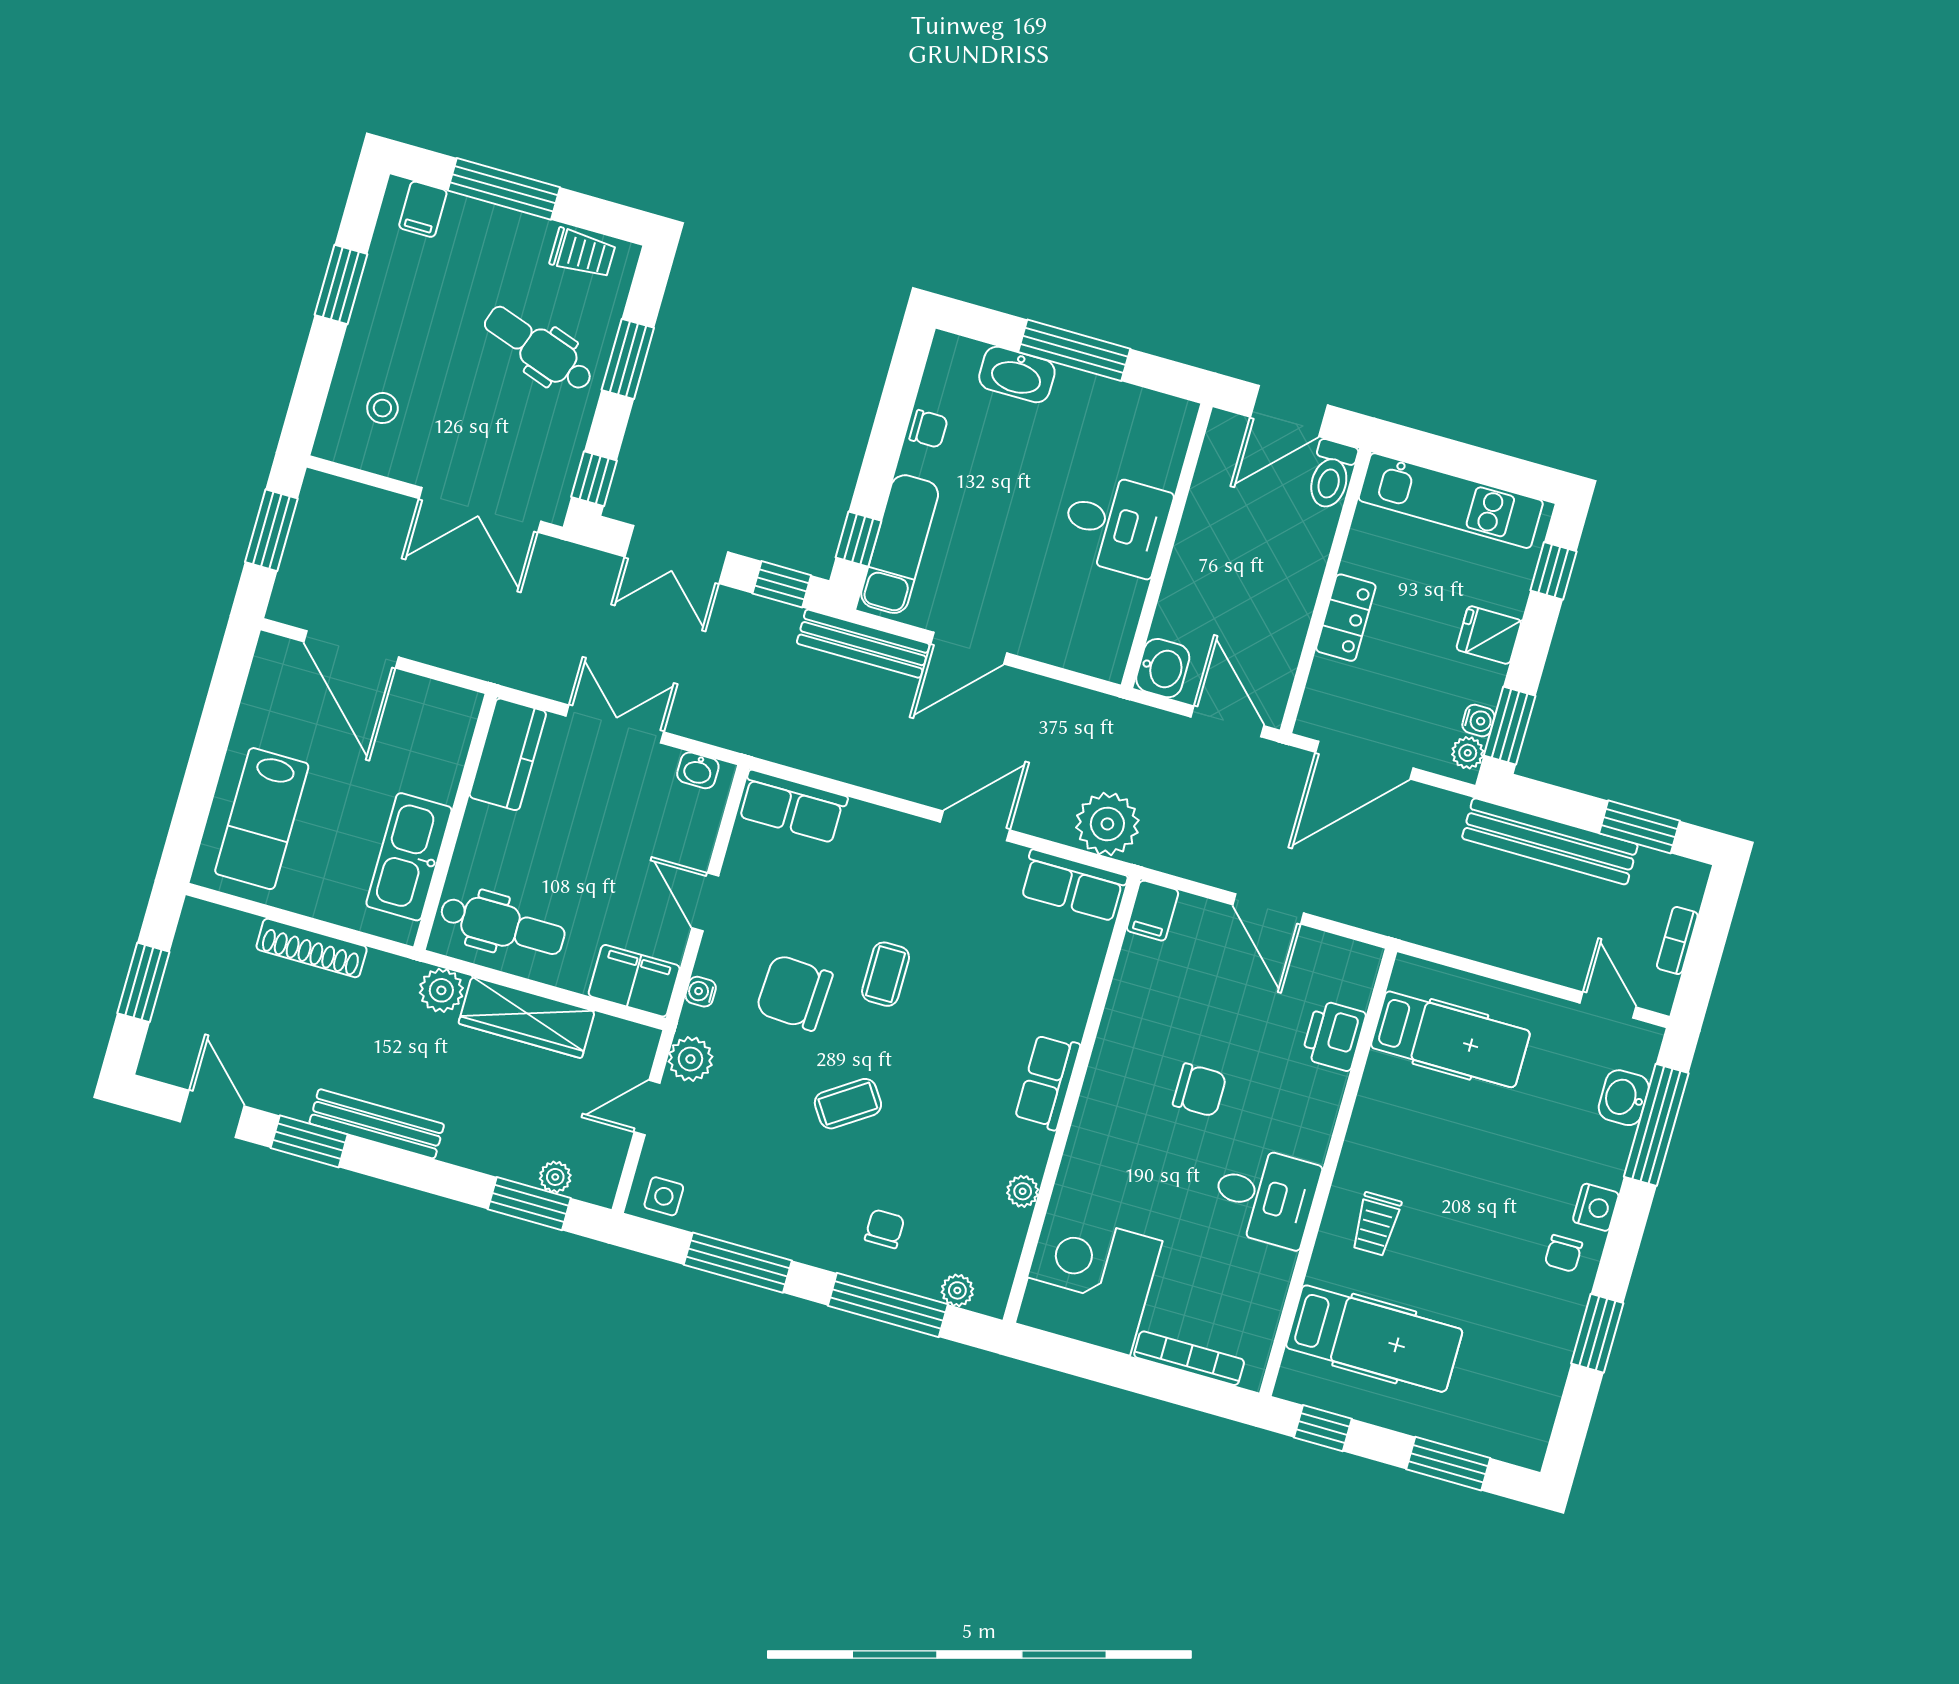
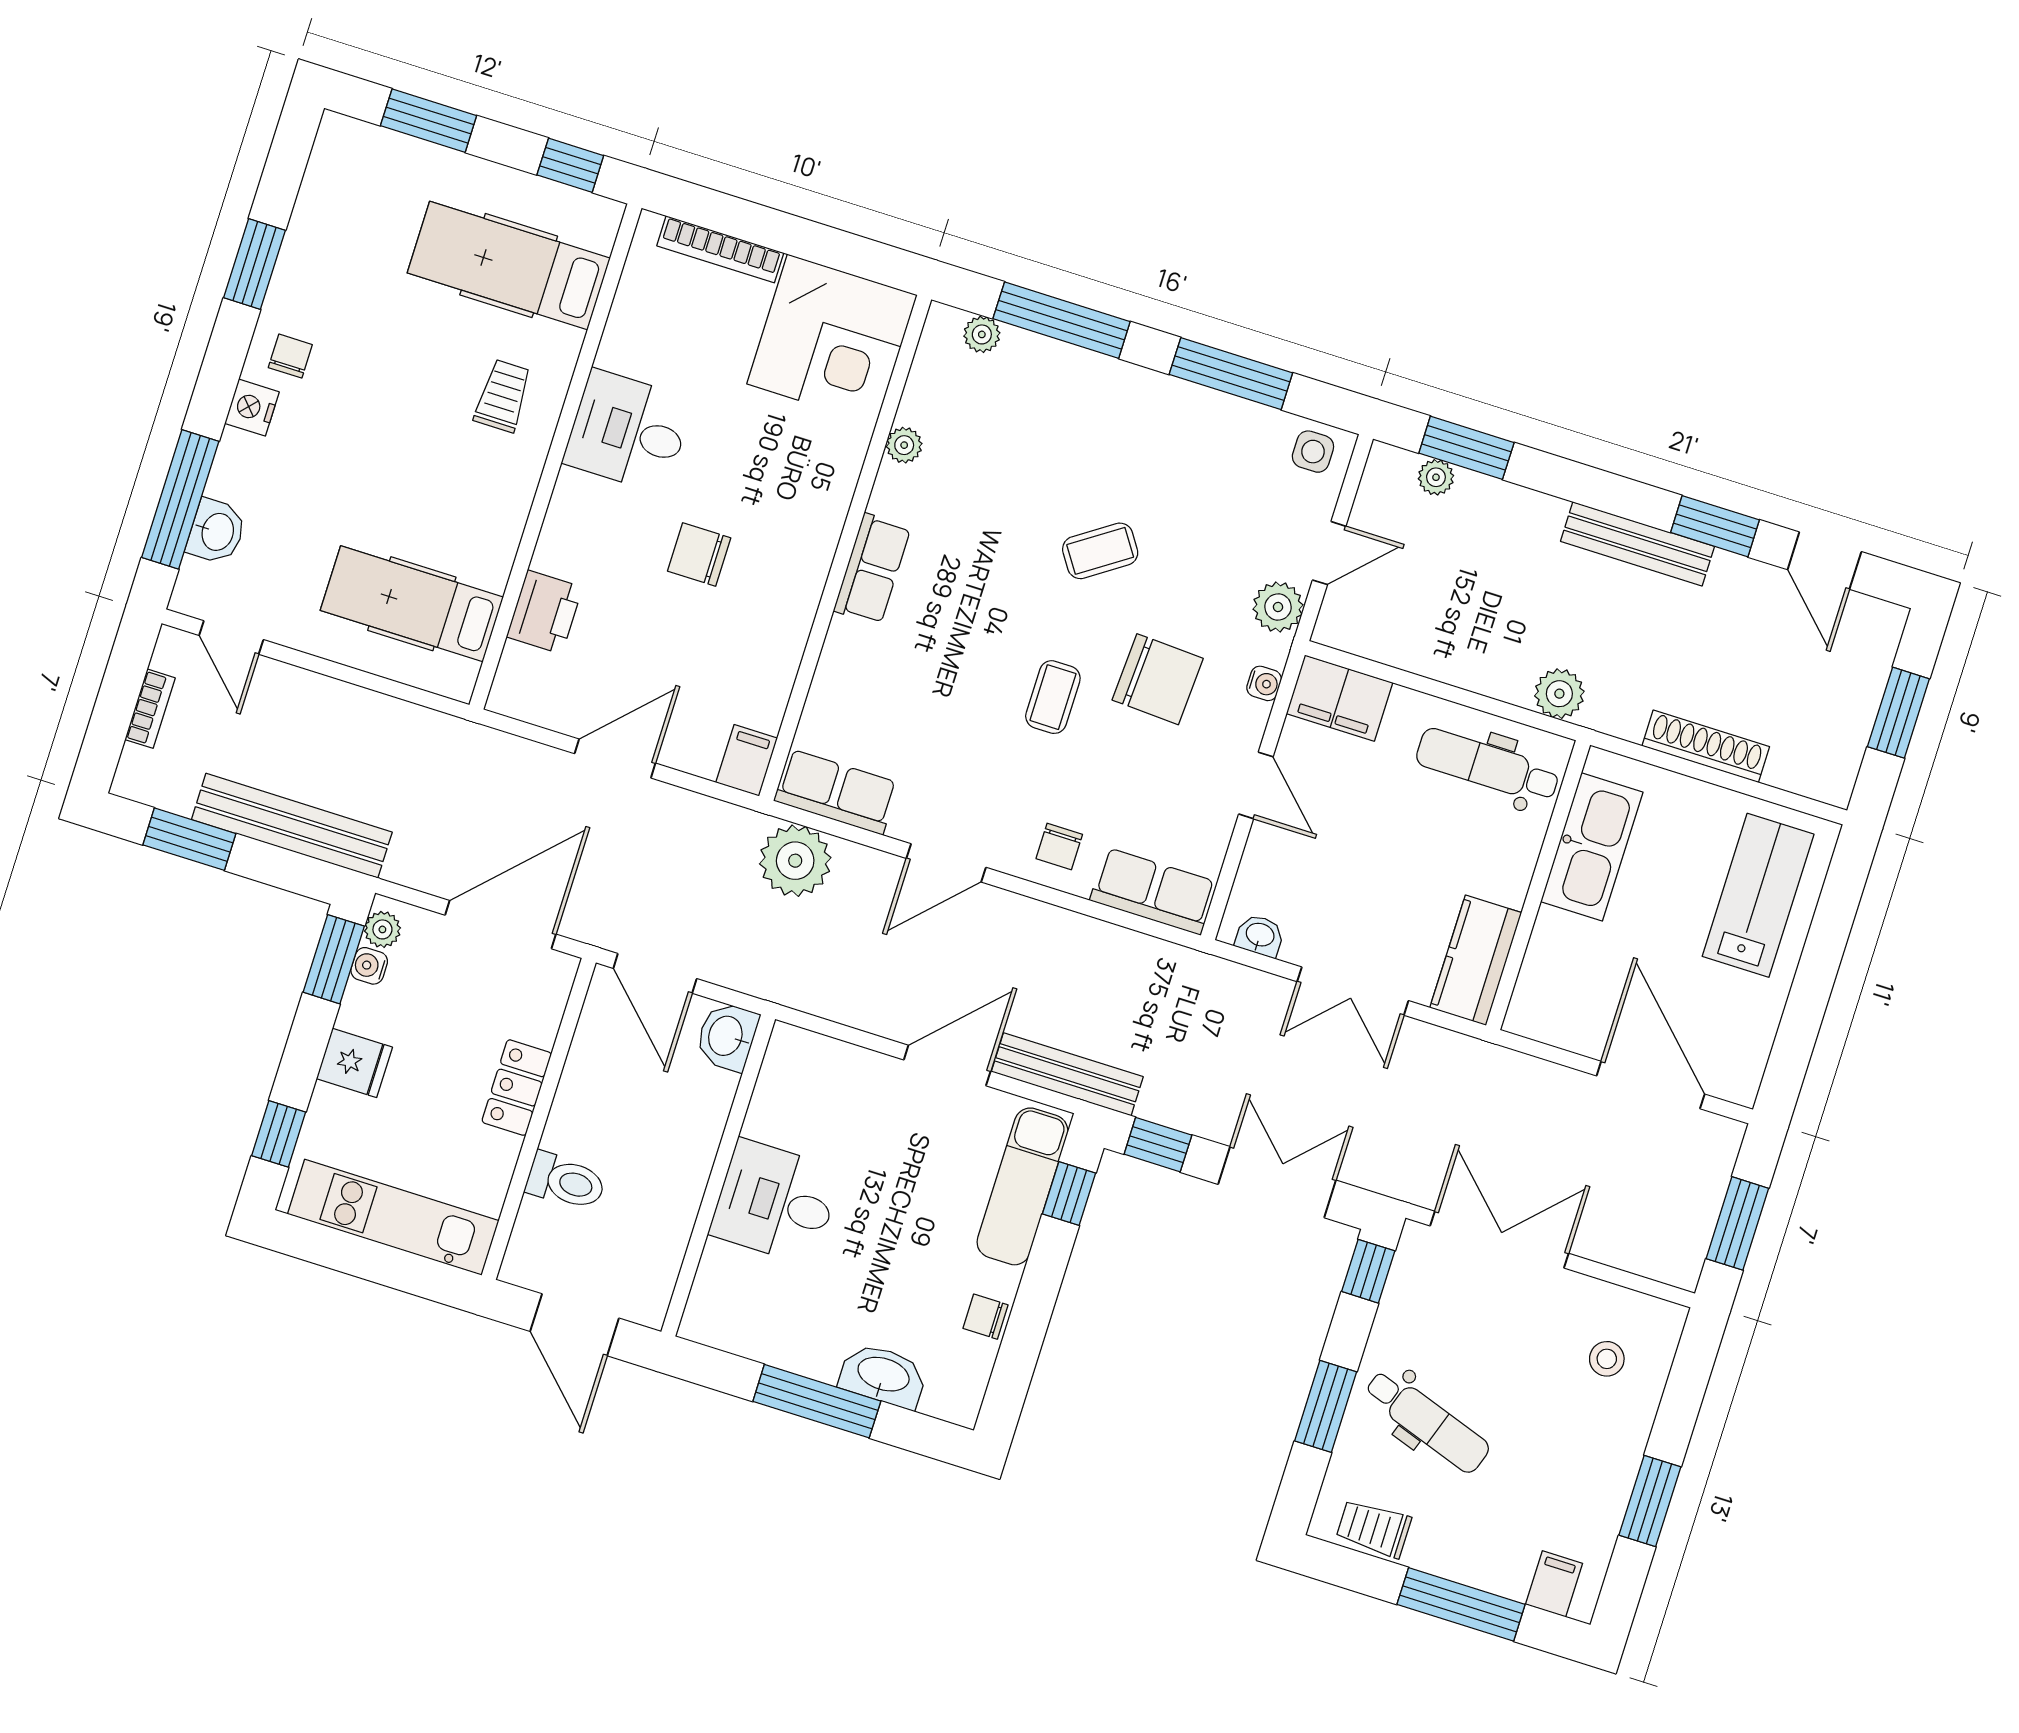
door: (1289, 411) -> (575, 1325), swing flipped
toilet: (1331, 475) -> (566, 1181), moved, turned 90
door: (1268, 909) -> (615, 758), hinge flipped
wardrobe: (527, 1017) -> (1463, 660), removed
chair: (885, 1229) -> (1059, 846), moved

